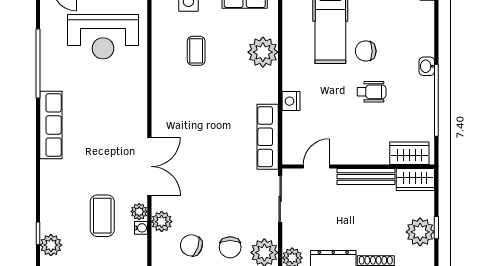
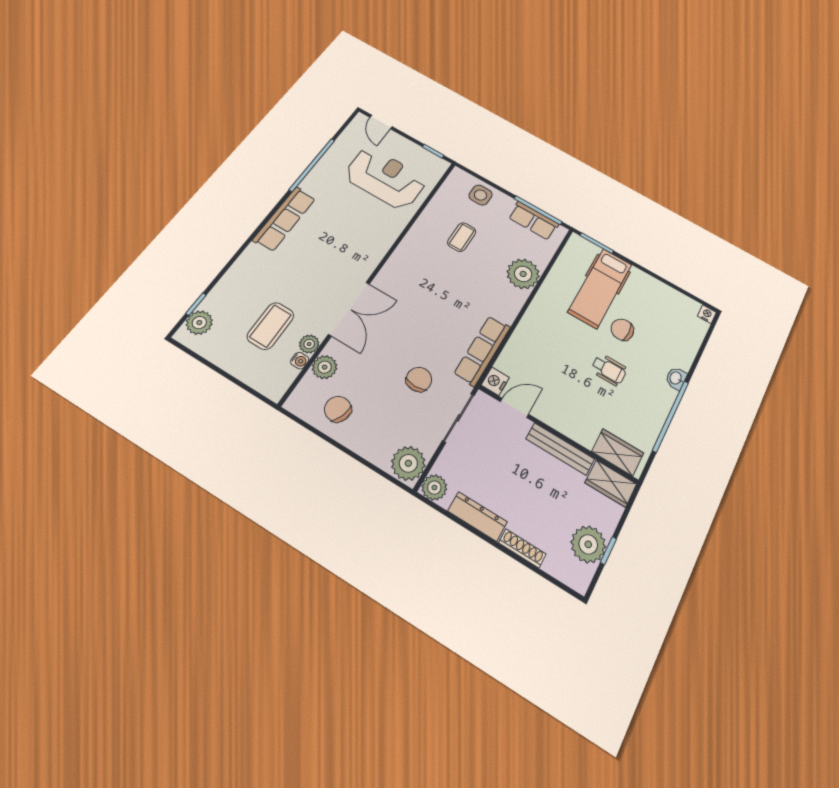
reception desk: (103, 37) -> (385, 178), turned 180
nightstand: (291, 101) -> (495, 381), moved
chair: (230, 247) -> (419, 379), moved, turned 180

